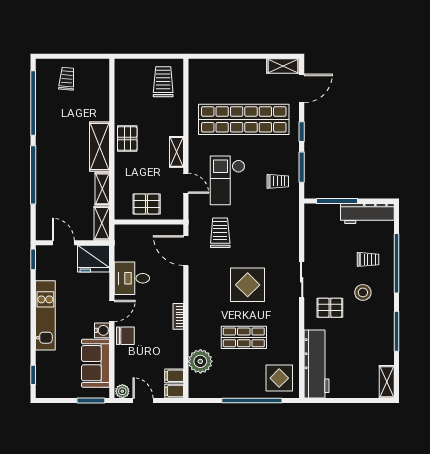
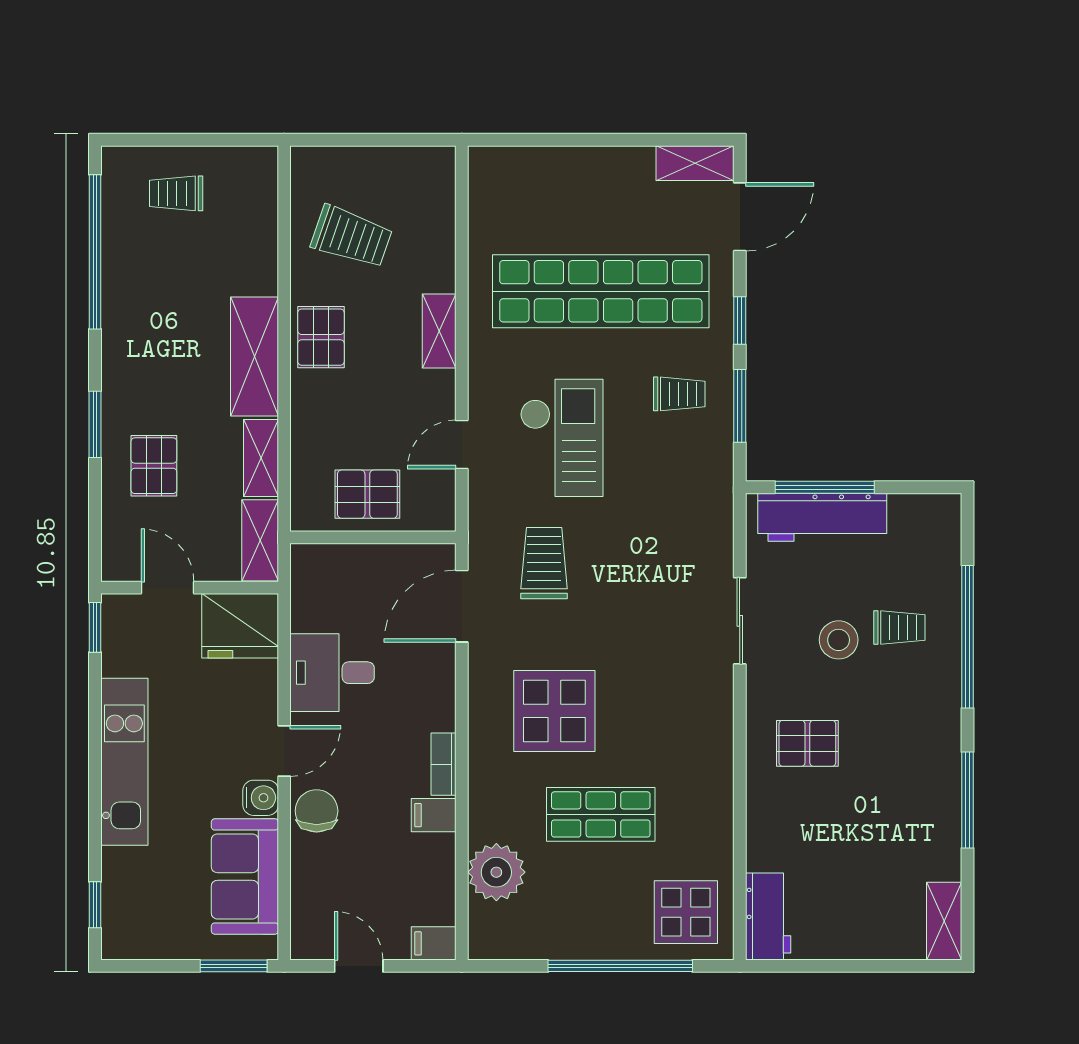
trolley: (67, 79) -> (176, 193), turned -95
trolley: (163, 82) -> (352, 237), moved, turned 109
shelving: (176, 152) -> (439, 331), moved
window: (33, 175) -> (95, 424), width x0.47
checkout: (227, 180) -> (562, 438), turned 180
trolley: (278, 181) -> (679, 394), moved
door: (186, 183) -> (462, 444), swing flipped
pallet: (58, 192) -> (154, 466), added
workbench: (367, 214) -> (822, 517), moved
door: (186, 251) -> (462, 606), hinge flipped
sliding door: (302, 280) -> (740, 621), moved
display table: (248, 285) -> (554, 711), moved
stool: (363, 292) -> (839, 640), moved
chair: (125, 336) -> (317, 811), turned -90
workbench: (316, 364) -> (768, 917), width x0.53, depth x0.76
filing cabinet: (174, 376) -> (434, 815), moved
plant: (122, 391) -> (309, 944), removed

